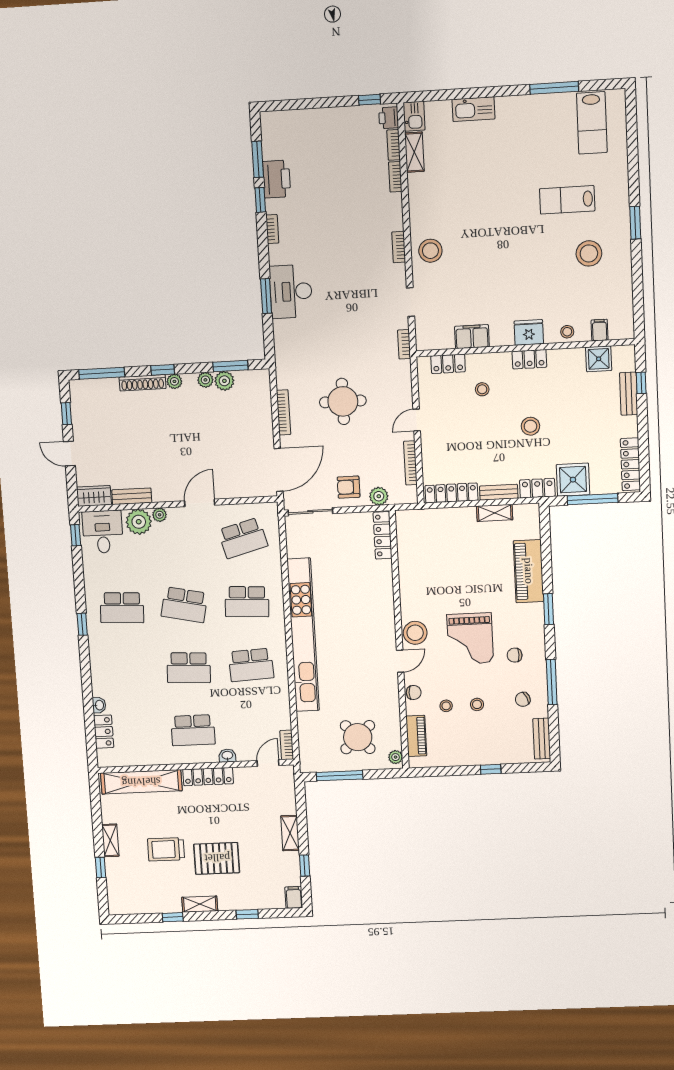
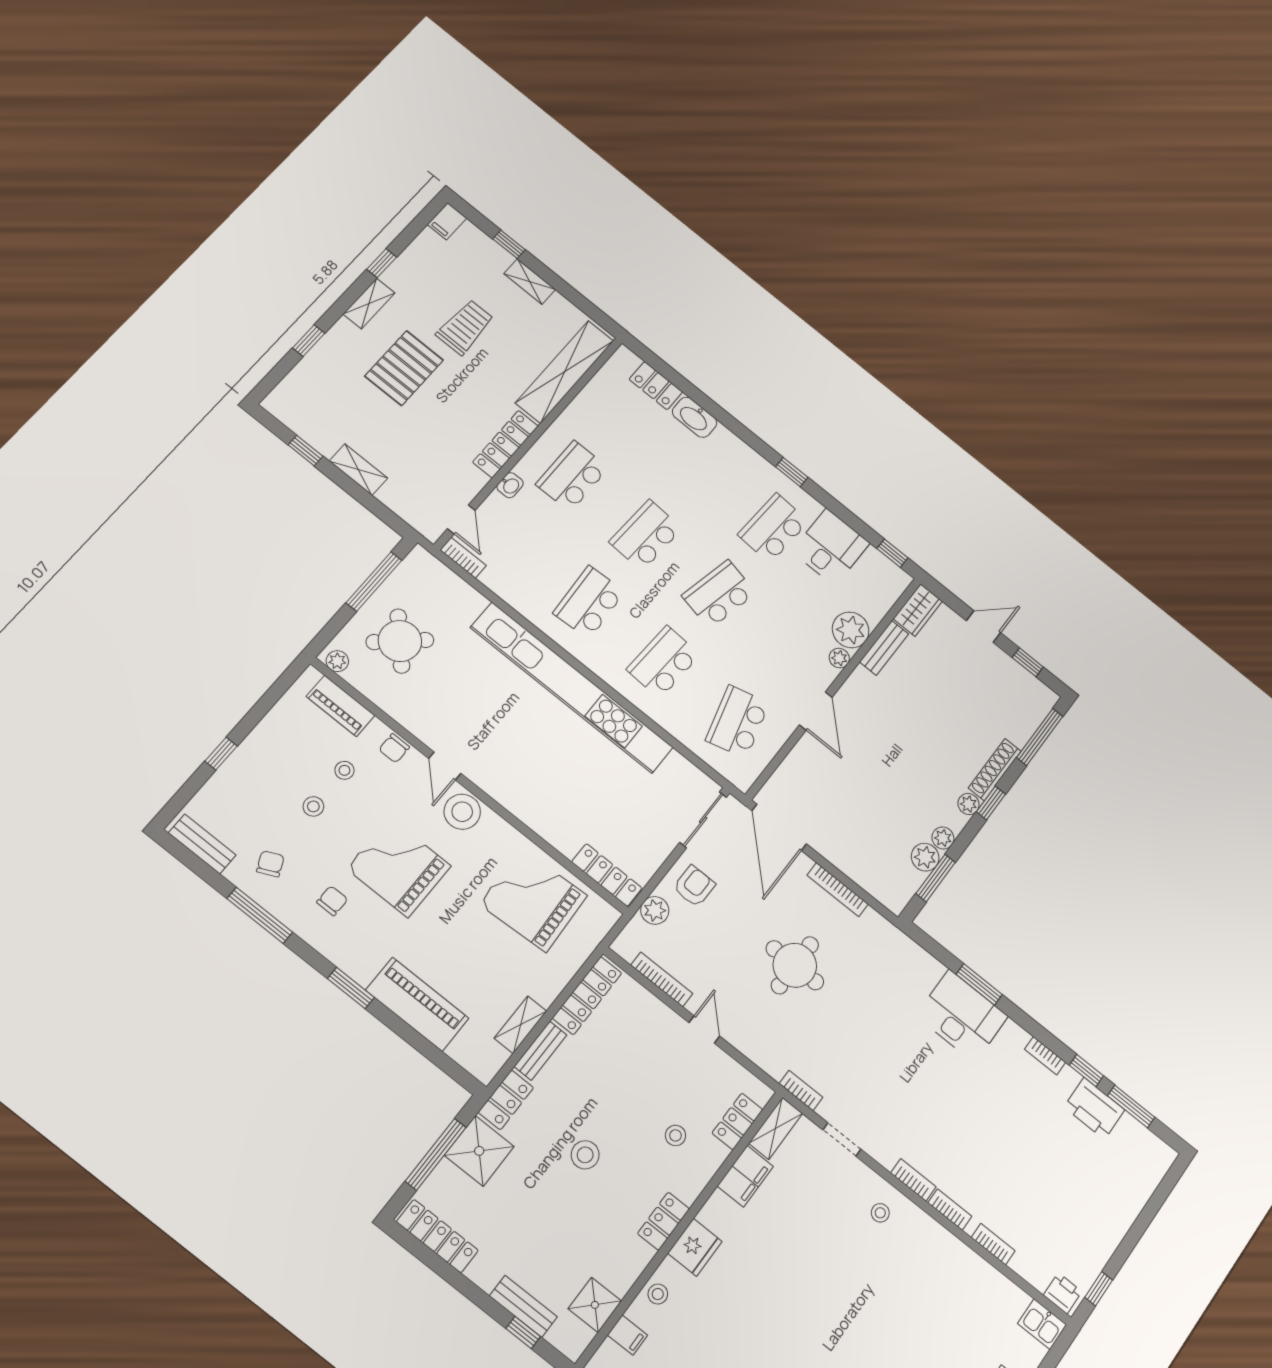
bookcase: (394, 145) -> (950, 1209), moved
shelving: (414, 152) -> (776, 1128), moved, turned 90
stool: (430, 251) -> (880, 1213), width x0.53, depth x0.53
desk: (103, 532) -> (831, 547), moved, turned -90
grand piano: (428, 560) -> (533, 900), added
washbasin: (99, 705) -> (695, 417), width x1.91, depth x1.45
filing cabinet: (294, 897) -> (447, 221), moved, turned 90

